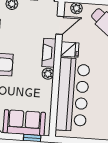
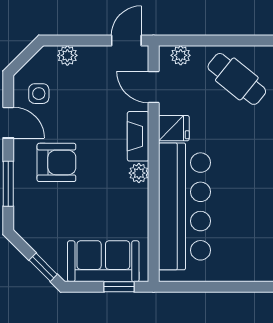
door: (60, 25) -> (154, 87), swing flipped

